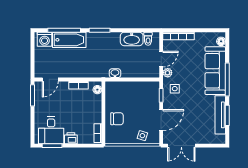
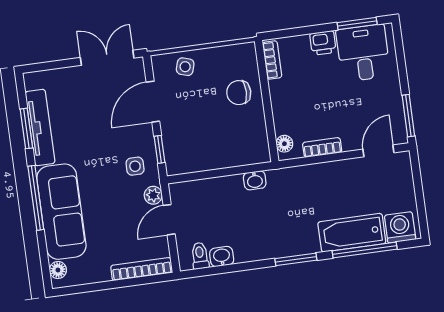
washbasin: (132, 39) -> (222, 257), width x0.52, depth x0.69

